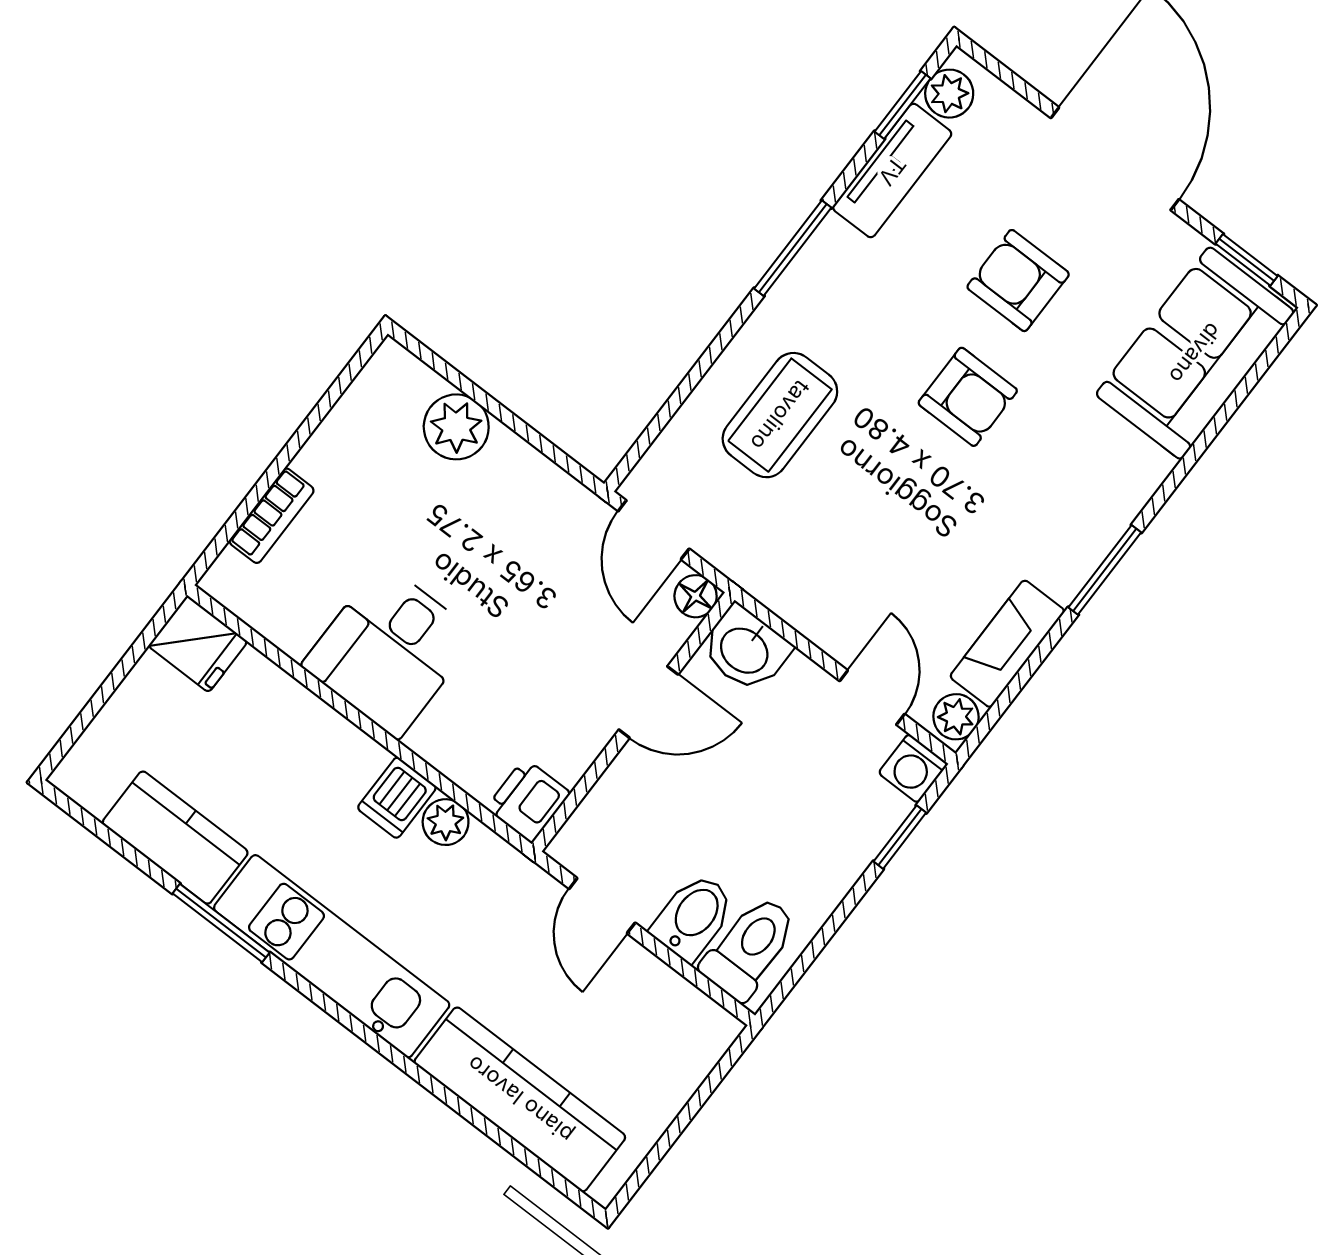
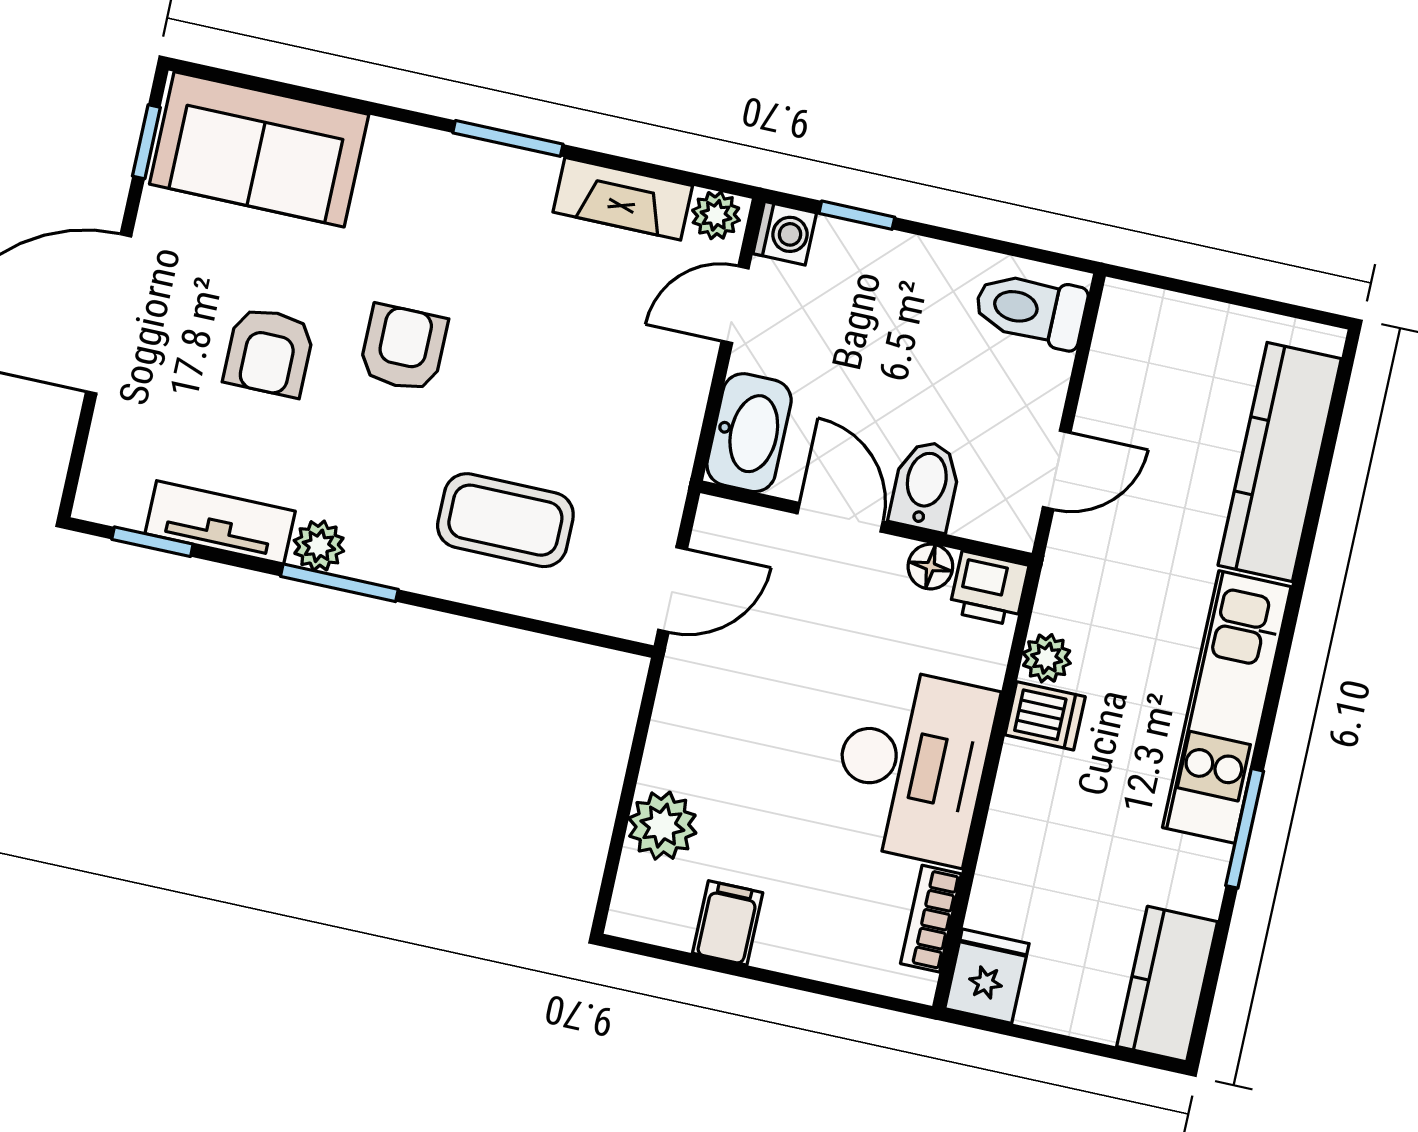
plant: (949, 94) -> (319, 546), moved
filing cabinet: (347, 444) -> (728, 923), added
bookcase: (272, 516) -> (931, 919), moved, turned -90
floor lamp: (696, 596) -> (930, 567), moved
washbasin: (745, 649) -> (749, 433), width x1.38
desk: (390, 650) -> (912, 765), width x1.37
kitchen counter: (175, 838) -> (1167, 984), moved
bidet: (693, 917) -> (925, 486), moved, turned 90

